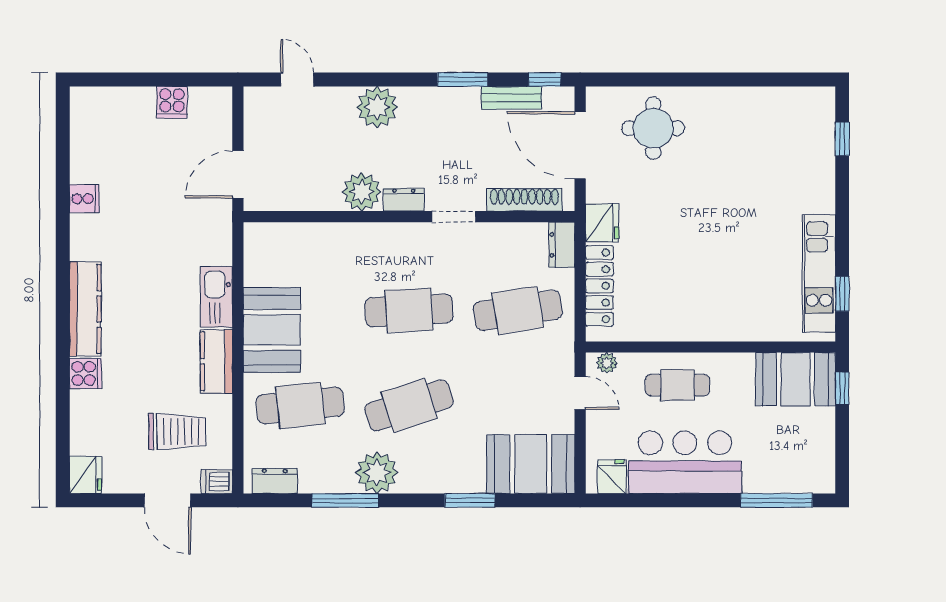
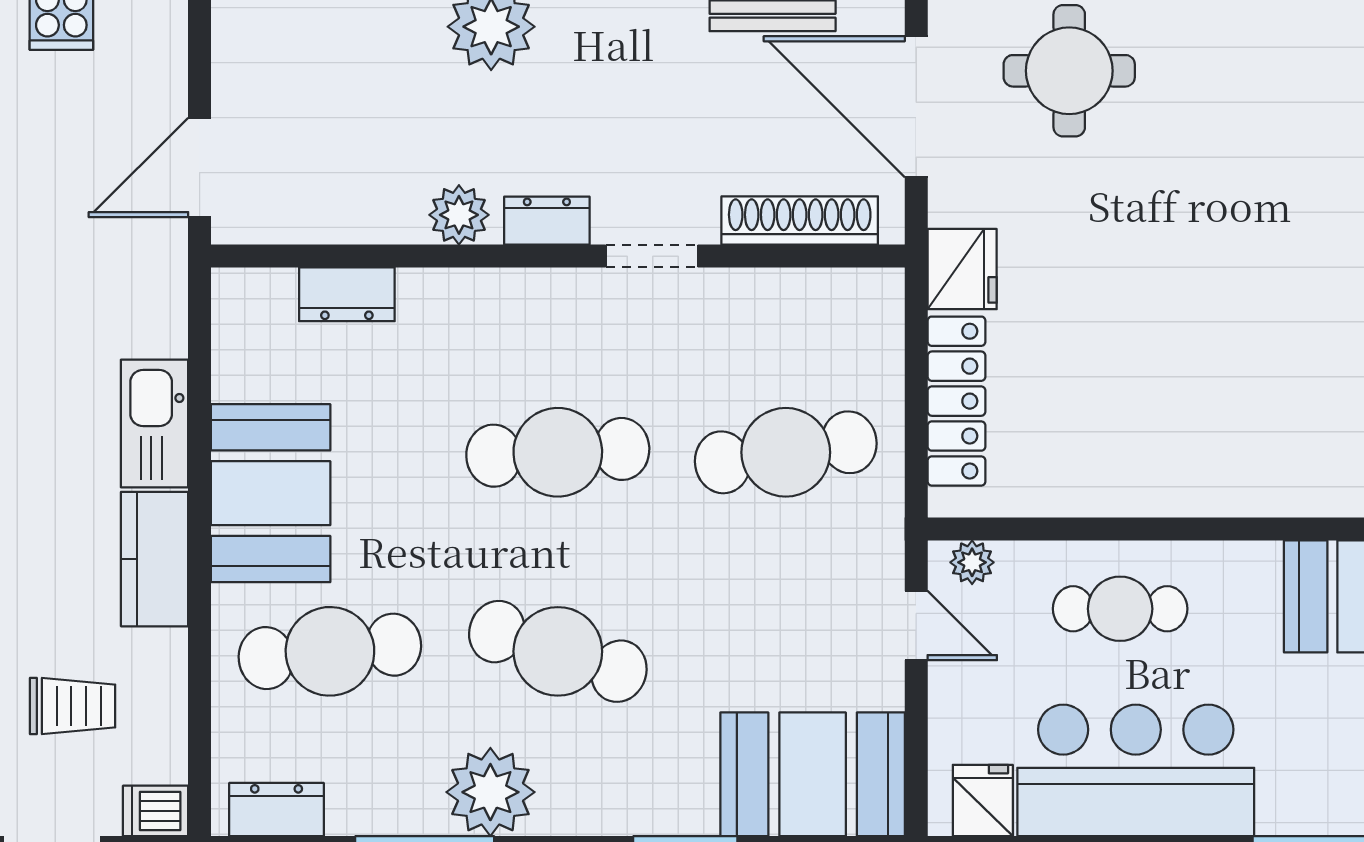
plant: (362, 192) -> (459, 215), width x0.73, depth x0.73
dresser: (562, 245) -> (347, 294), moved, turned -90
cafe table: (409, 405) -> (558, 651), turned 36
trolley: (177, 431) -> (73, 706), width x0.73, depth x0.72

